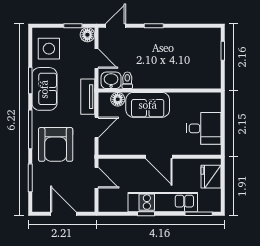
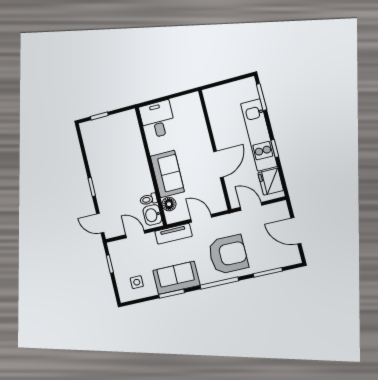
floor lamp: (87, 35) -> (115, 248), removed
side table: (49, 49) -> (137, 282), width x0.54, depth x0.54
door: (96, 59) -> (135, 234), hinge flipped
desk: (204, 128) -> (157, 119), moved
door: (159, 157) -> (218, 164), moved
fridge: (211, 177) -> (271, 182), moved, turned 90
door: (96, 178) -> (251, 206), hinge flipped
door: (63, 214) -> (296, 231), hinge flipped

